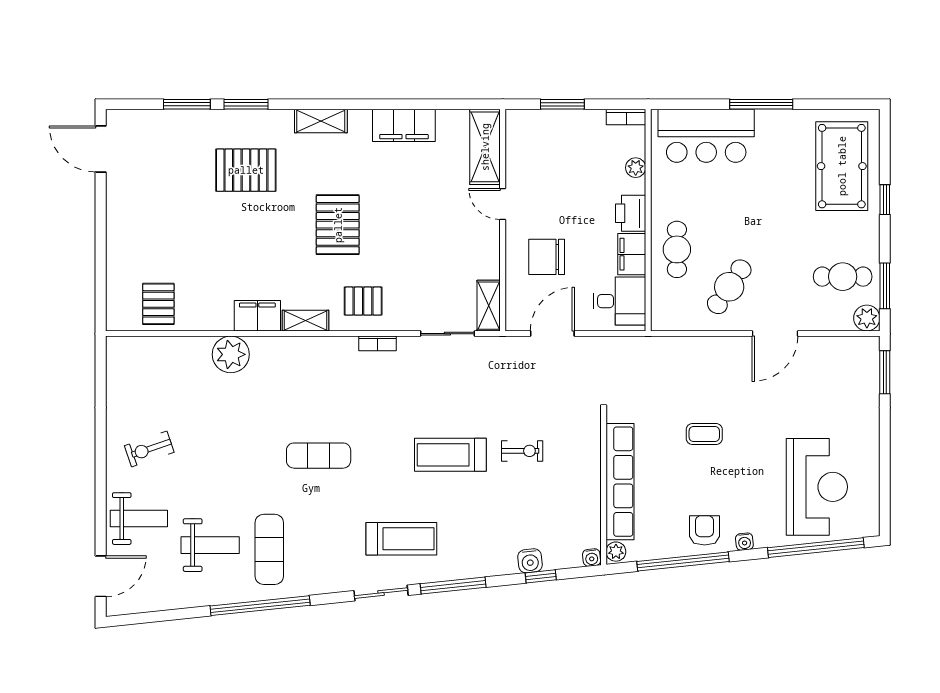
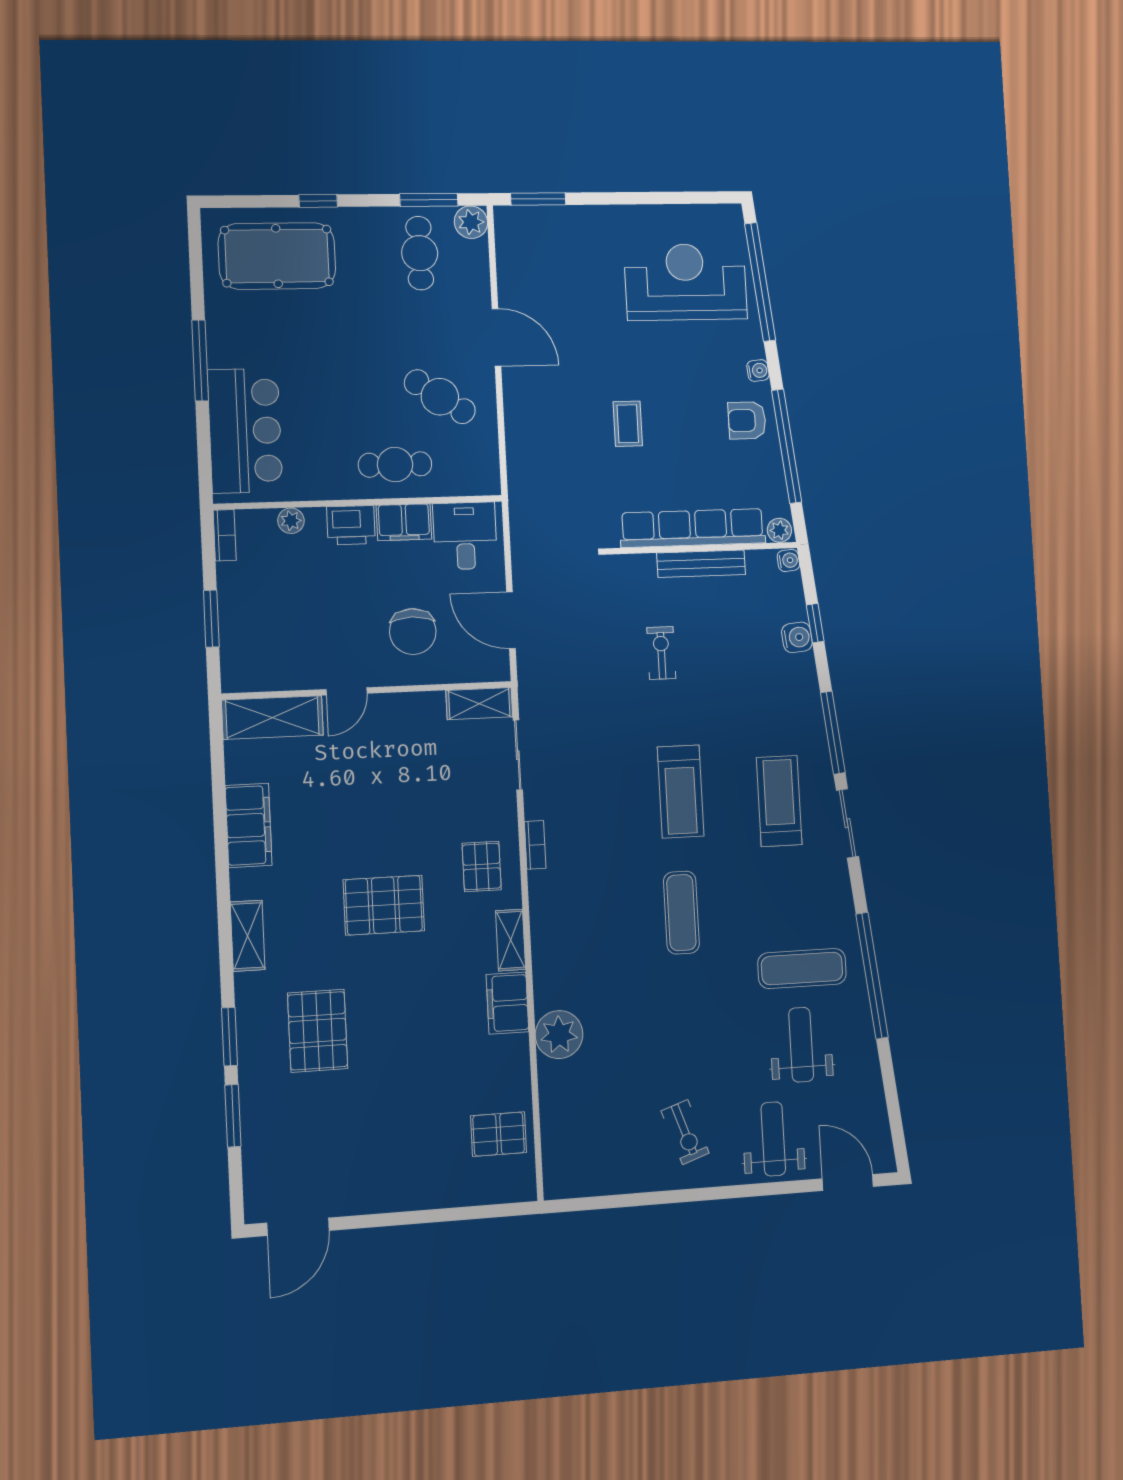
treadmill: (450, 455) -> (681, 791), moved
bench: (591, 487) -> (701, 564), added

